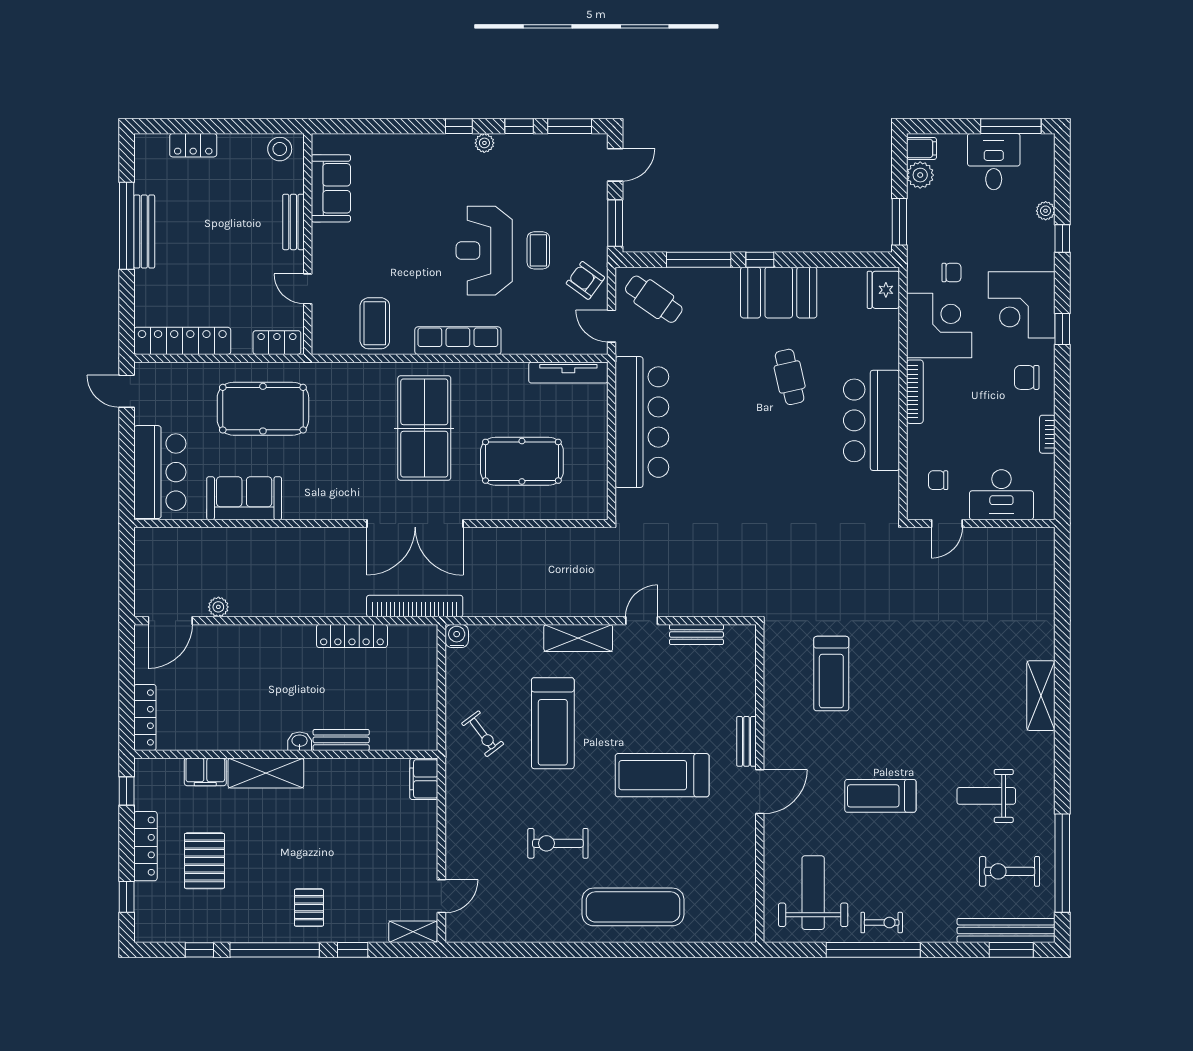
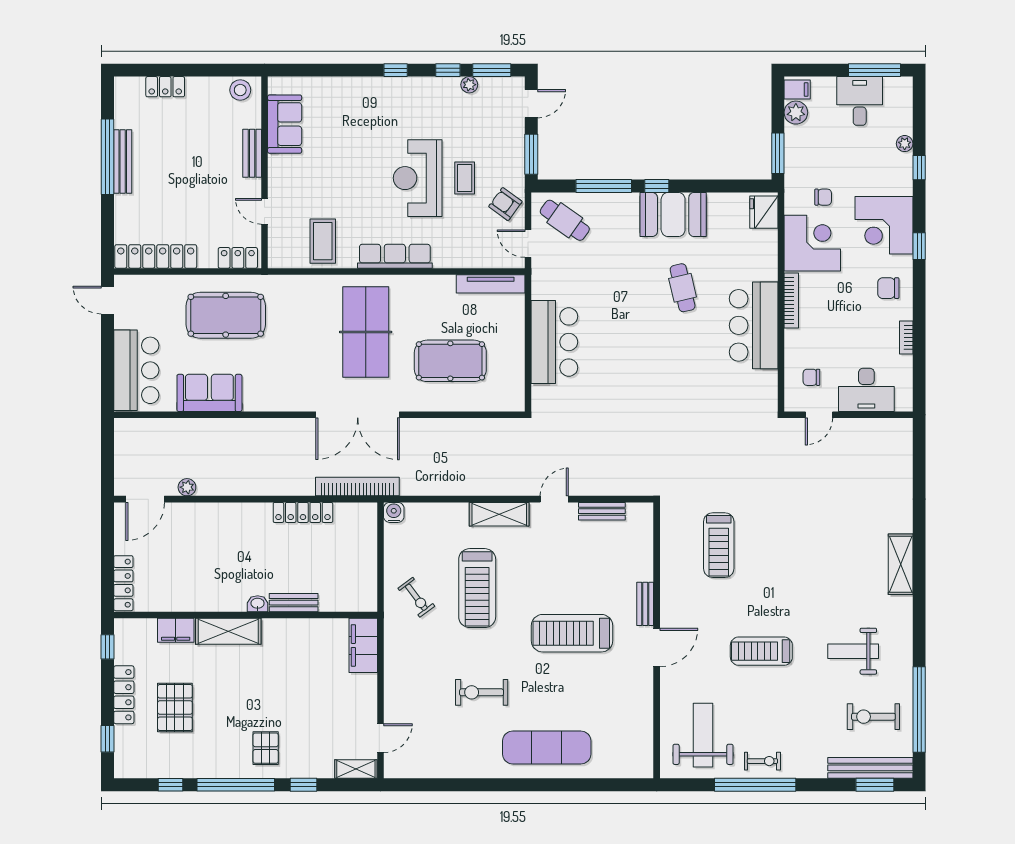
plant: (484, 143) -> (469, 85), moved
bar counter: (642, 422) -> (554, 342), width x0.73
filing cabinet: (424, 779) -> (363, 645), width x1.50, depth x1.17

